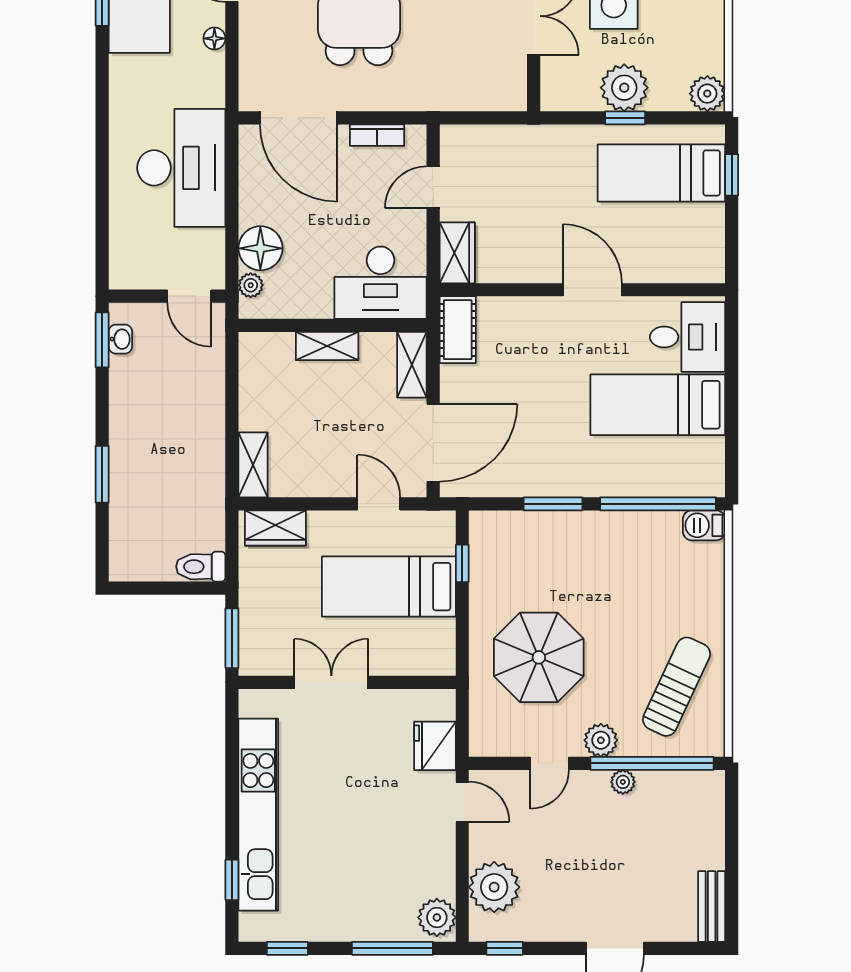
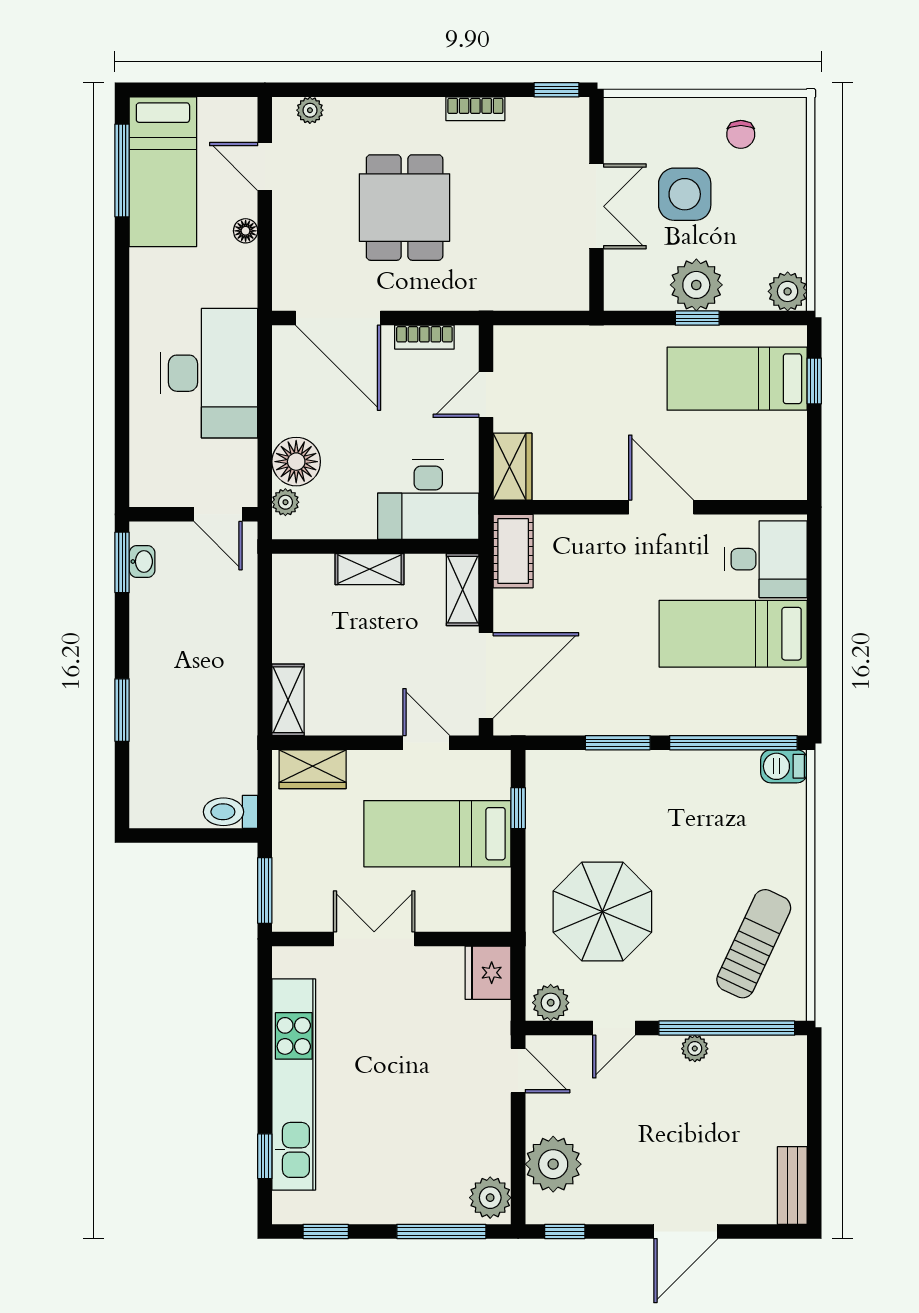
plant: (601, 740) -> (551, 1003), moved
fridge: (435, 746) -> (488, 973), moved

